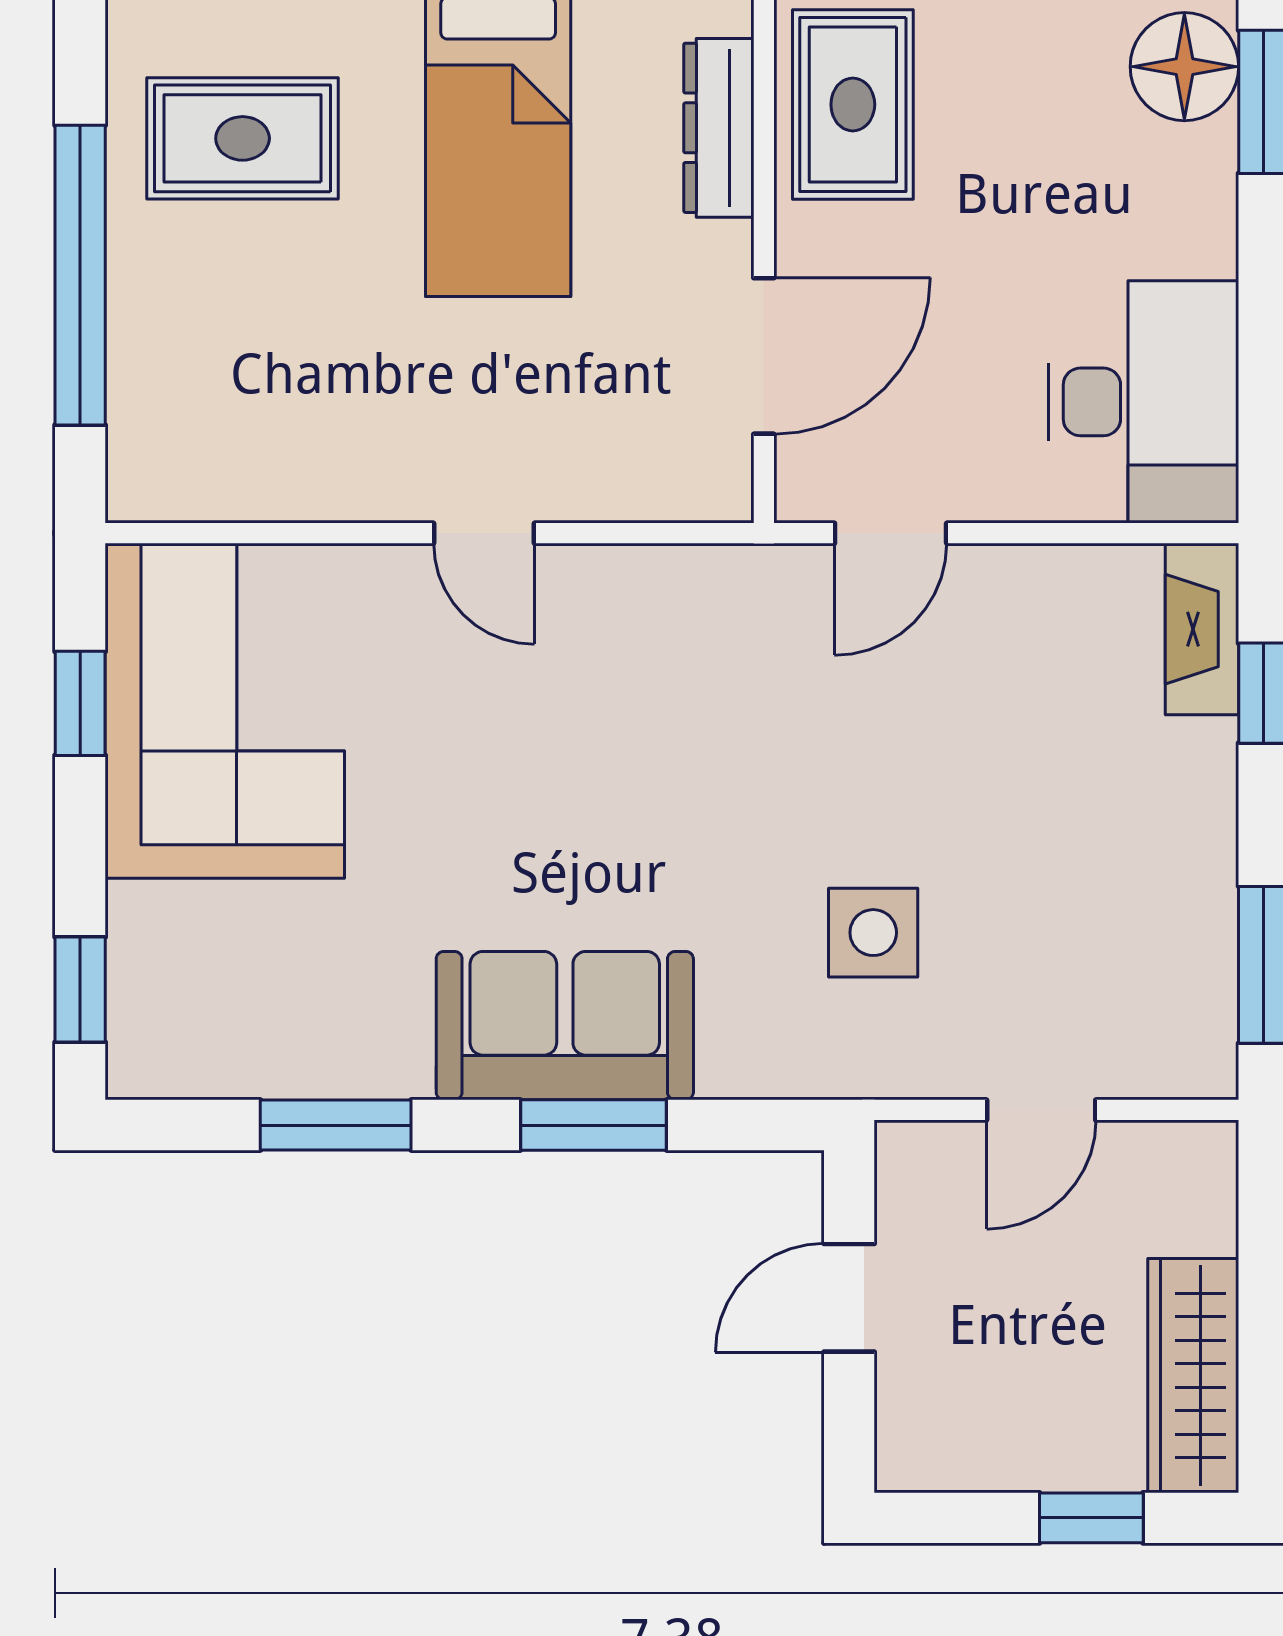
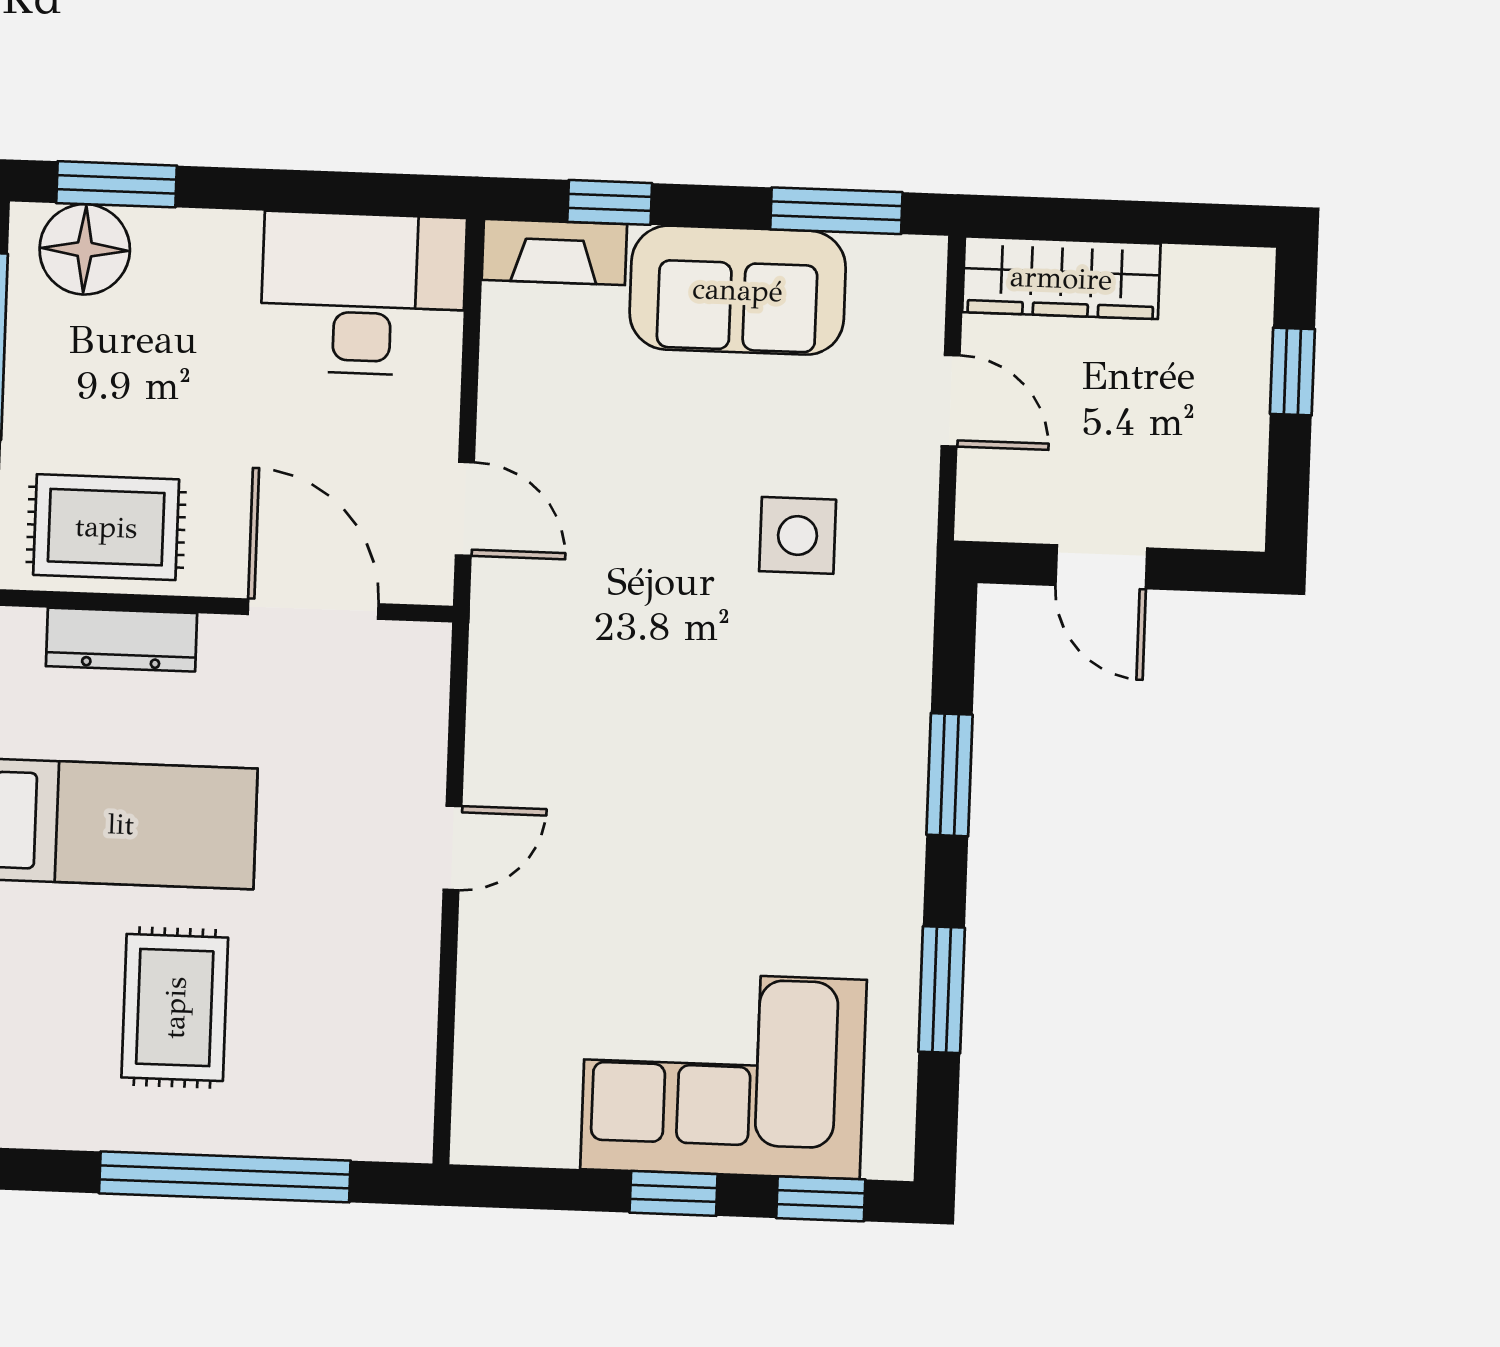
rug: (243, 138) -> (175, 1008), moved
window: (80, 703) -> (674, 1193), moved
corner sofa: (225, 711) -> (723, 1074), moved
sofa: (565, 1026) -> (738, 290), moved, turned -90
wardrobe: (1193, 1376) -> (1061, 278), moved

